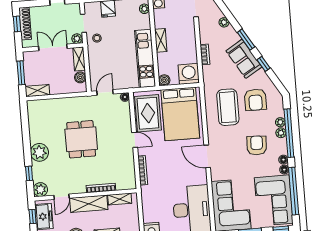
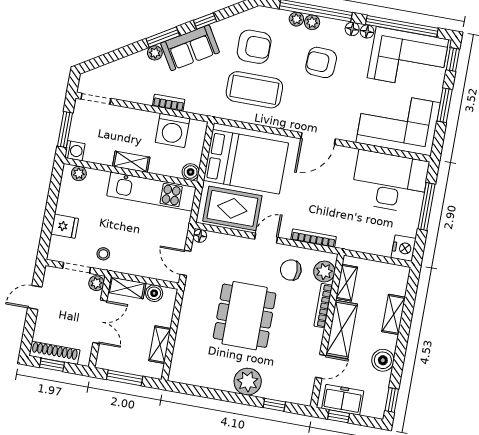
plant: (224, 22) -> (155, 53), moved
double door: (53, 47) -> (100, 322), swing flipped
washing machine: (189, 74) -> (172, 130), moved, turned -90
shelving: (37, 91) -> (160, 345), moved
dining table: (81, 139) -> (245, 316), width x1.38
chair: (118, 161) -> (291, 270), added
plant: (40, 190) -> (324, 271), moved
door: (62, 197) -> (321, 366), hinge flipped

